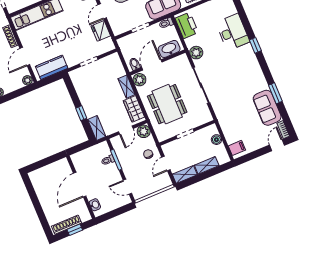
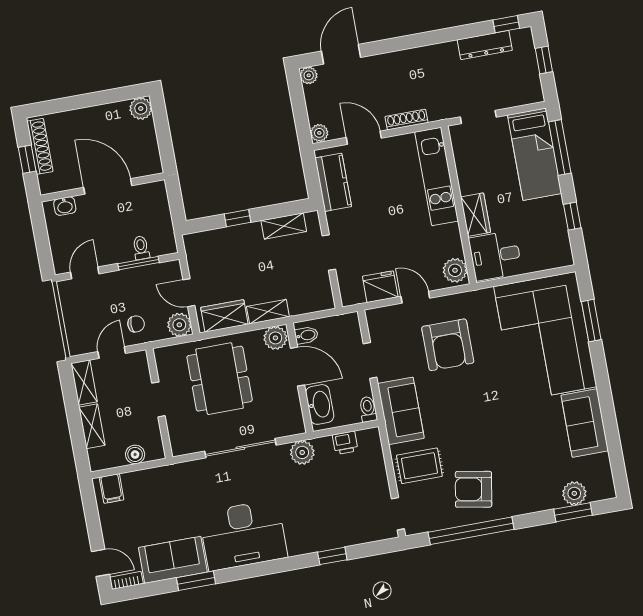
printer: (187, 25) -> (345, 443), width x0.53, depth x0.68
desk: (233, 32) -> (243, 535), moved, width x1.36, depth x1.30
window: (255, 45) -> (332, 556), moved
dining table: (167, 104) -> (220, 379), turned 90
shelving: (97, 128) -> (284, 226), moved
door: (166, 164) -> (112, 352), hinge flipped
plant: (35, 176) -> (141, 108), added

